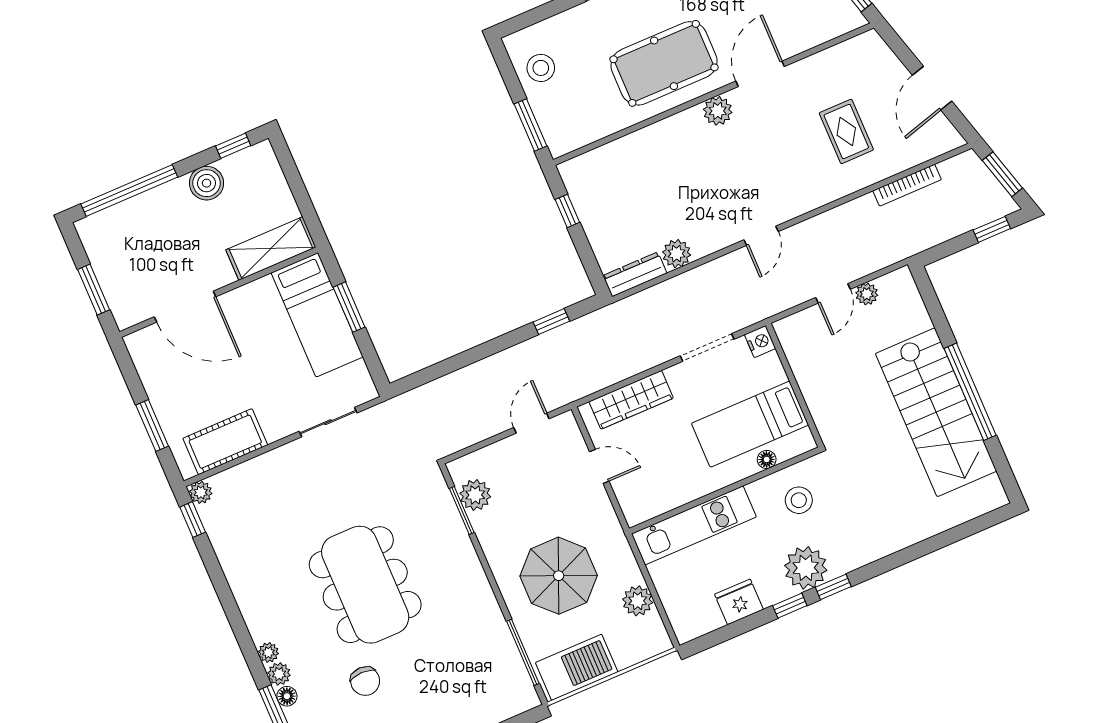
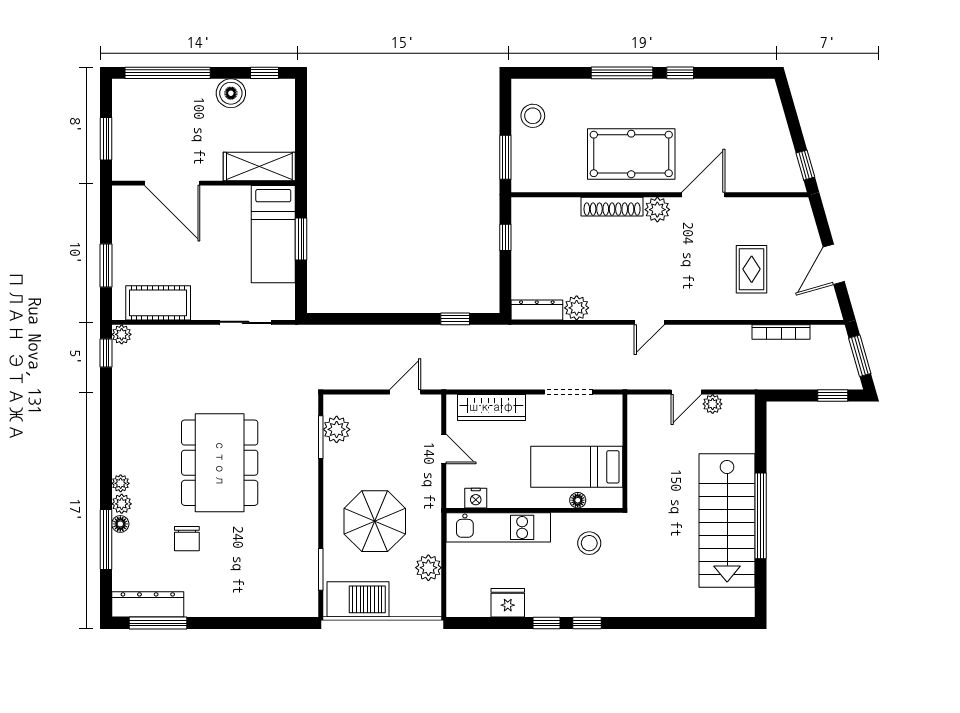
shoe rack: (668, 129) -> (612, 207), added
nightstand: (760, 342) -> (476, 498), moved, turned 90
plant: (806, 568) -> (572, 599), removed
window: (523, 652) -> (321, 569), width x0.69

